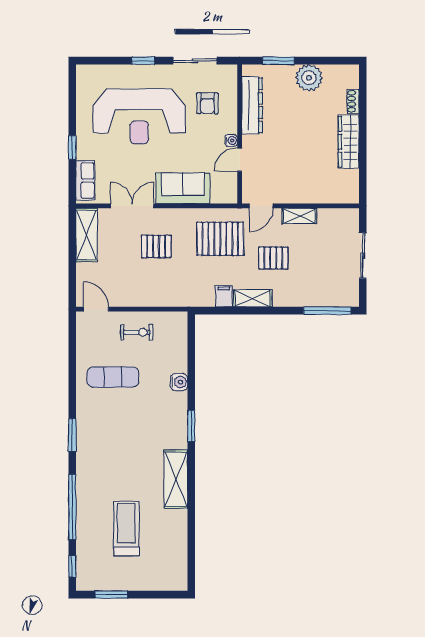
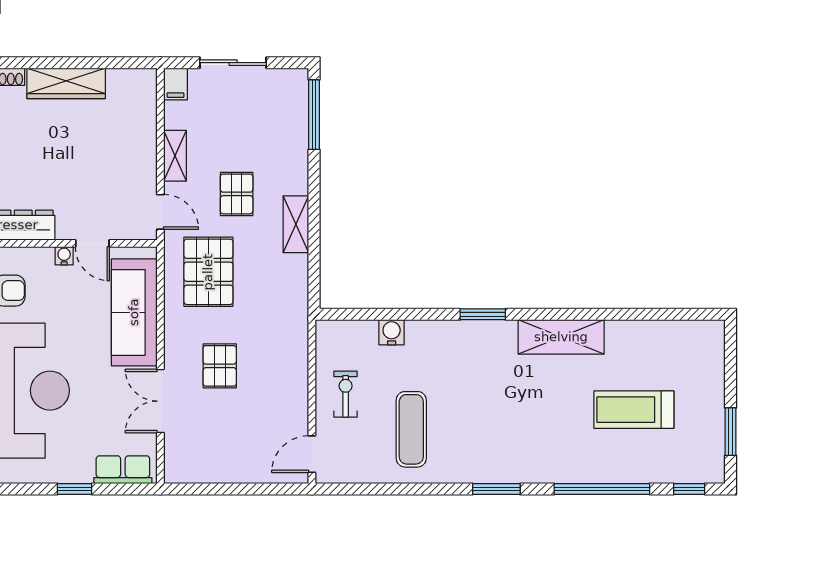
sofa: (183, 188) -> (134, 312), width x1.36
shelving: (87, 235) -> (203, 468), removed
filing cabinet: (224, 296) -> (175, 84), moved, turned -90
water cooler: (179, 382) -> (392, 332), moved

